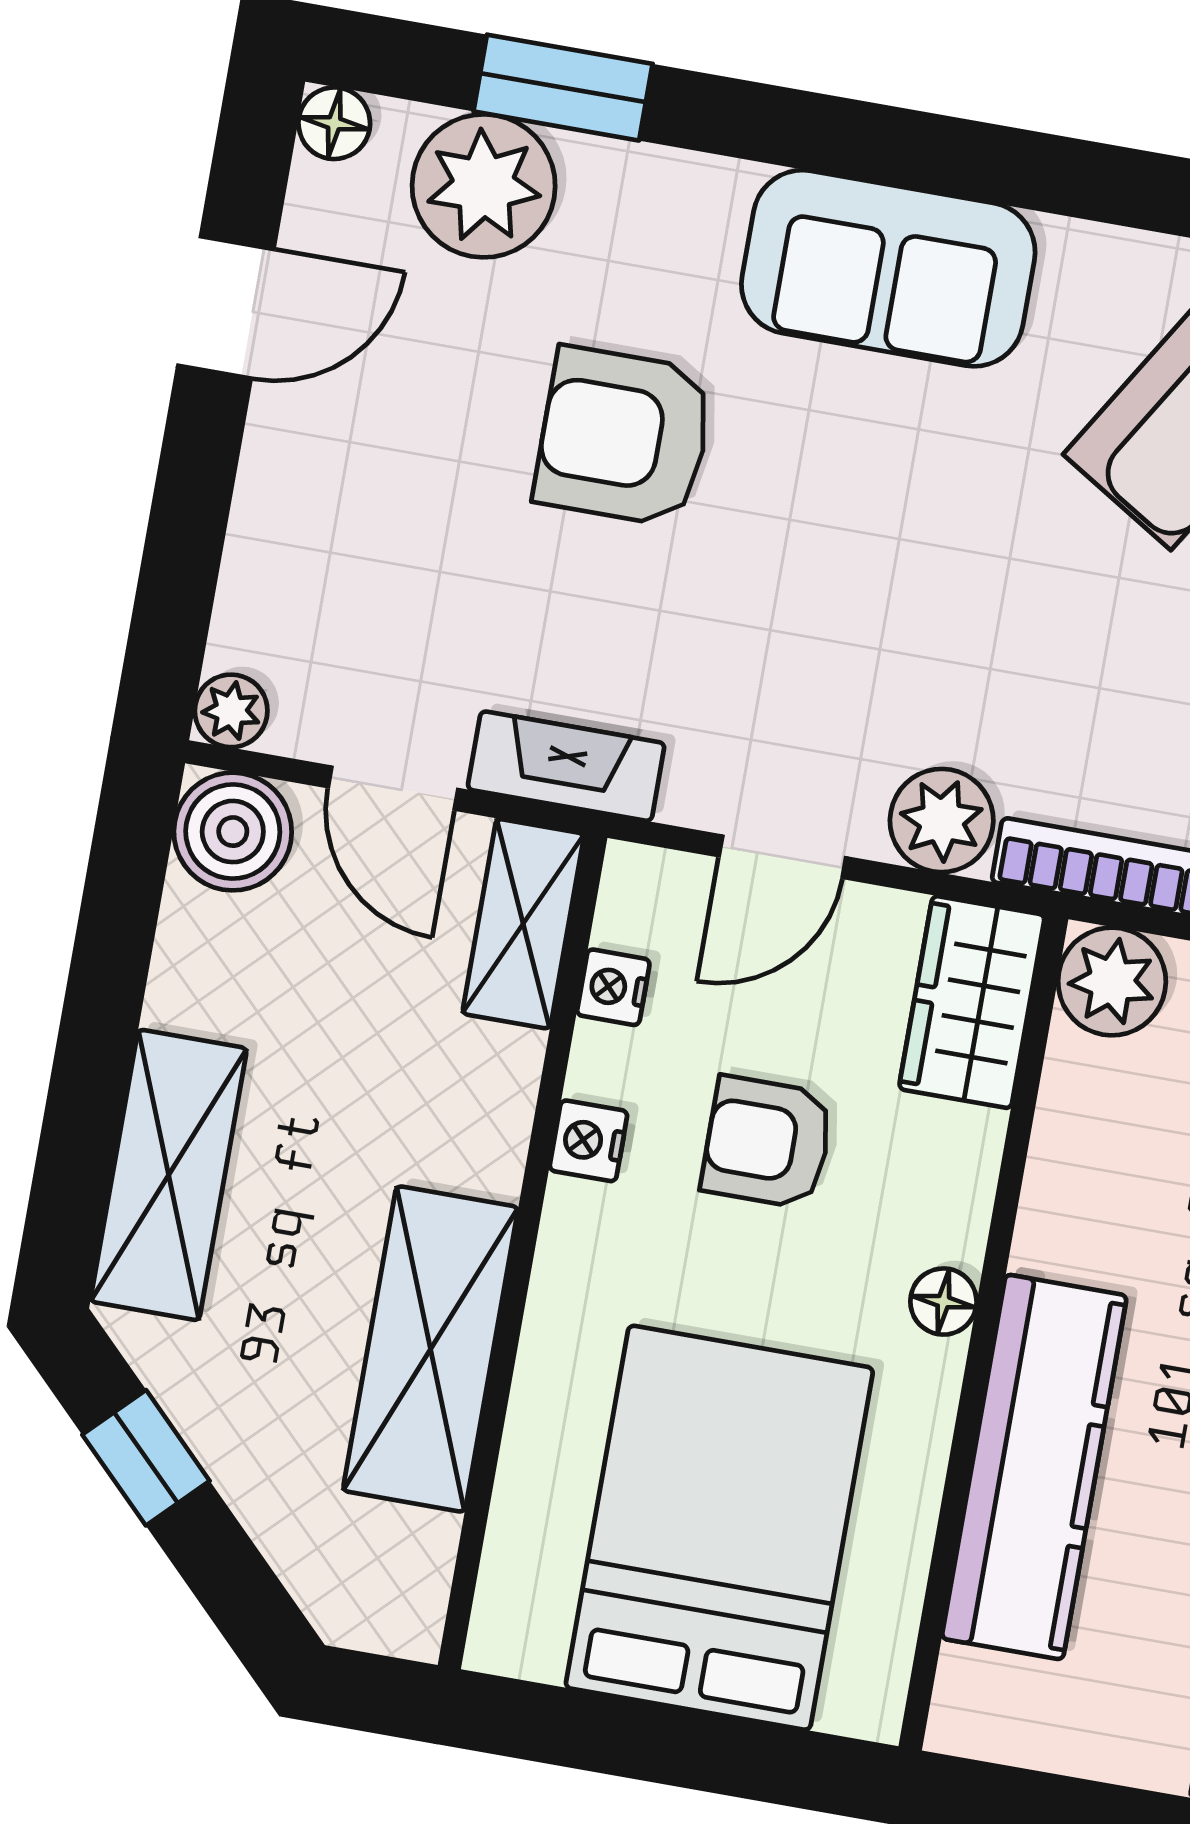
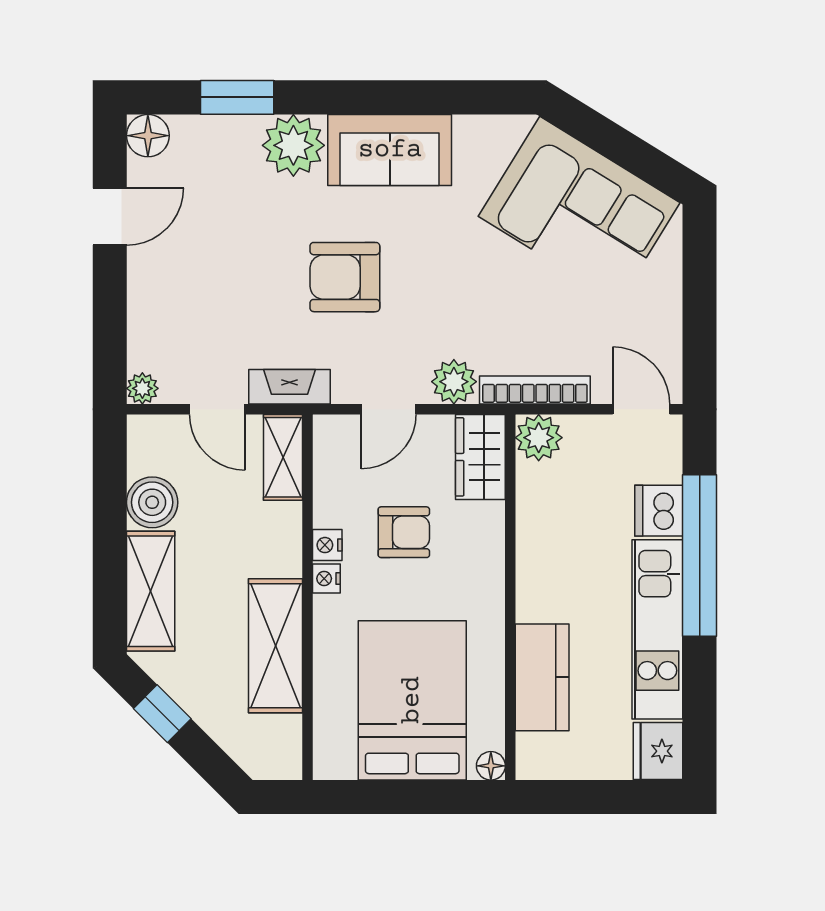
floor lamp: (334, 123) -> (148, 136), width x1.37, depth x1.37
plant: (484, 186) -> (293, 145), moved
armchair: (624, 437) -> (345, 277), moved
boiler: (233, 832) -> (152, 502), moved
nightstand: (613, 987) -> (326, 579), moved
armchair: (767, 1142) -> (404, 532), turned 180
floor lamp: (943, 1302) -> (491, 766), moved
kitchen counter: (1034, 1467) -> (542, 677), width x0.67

